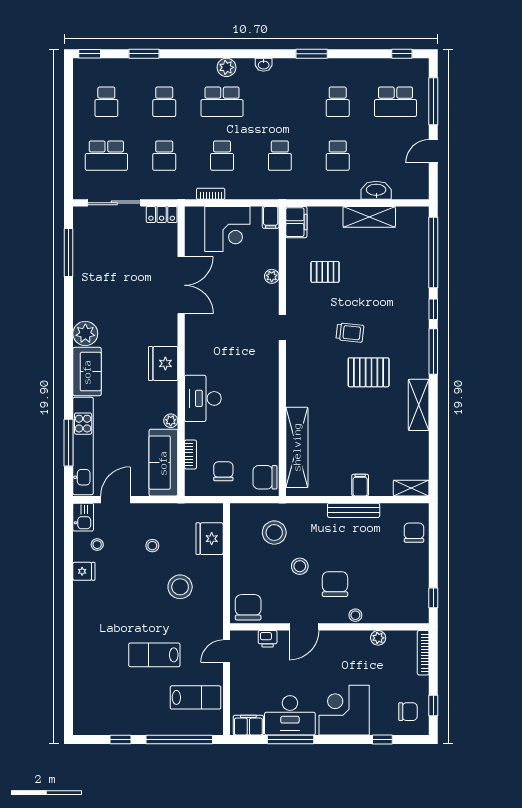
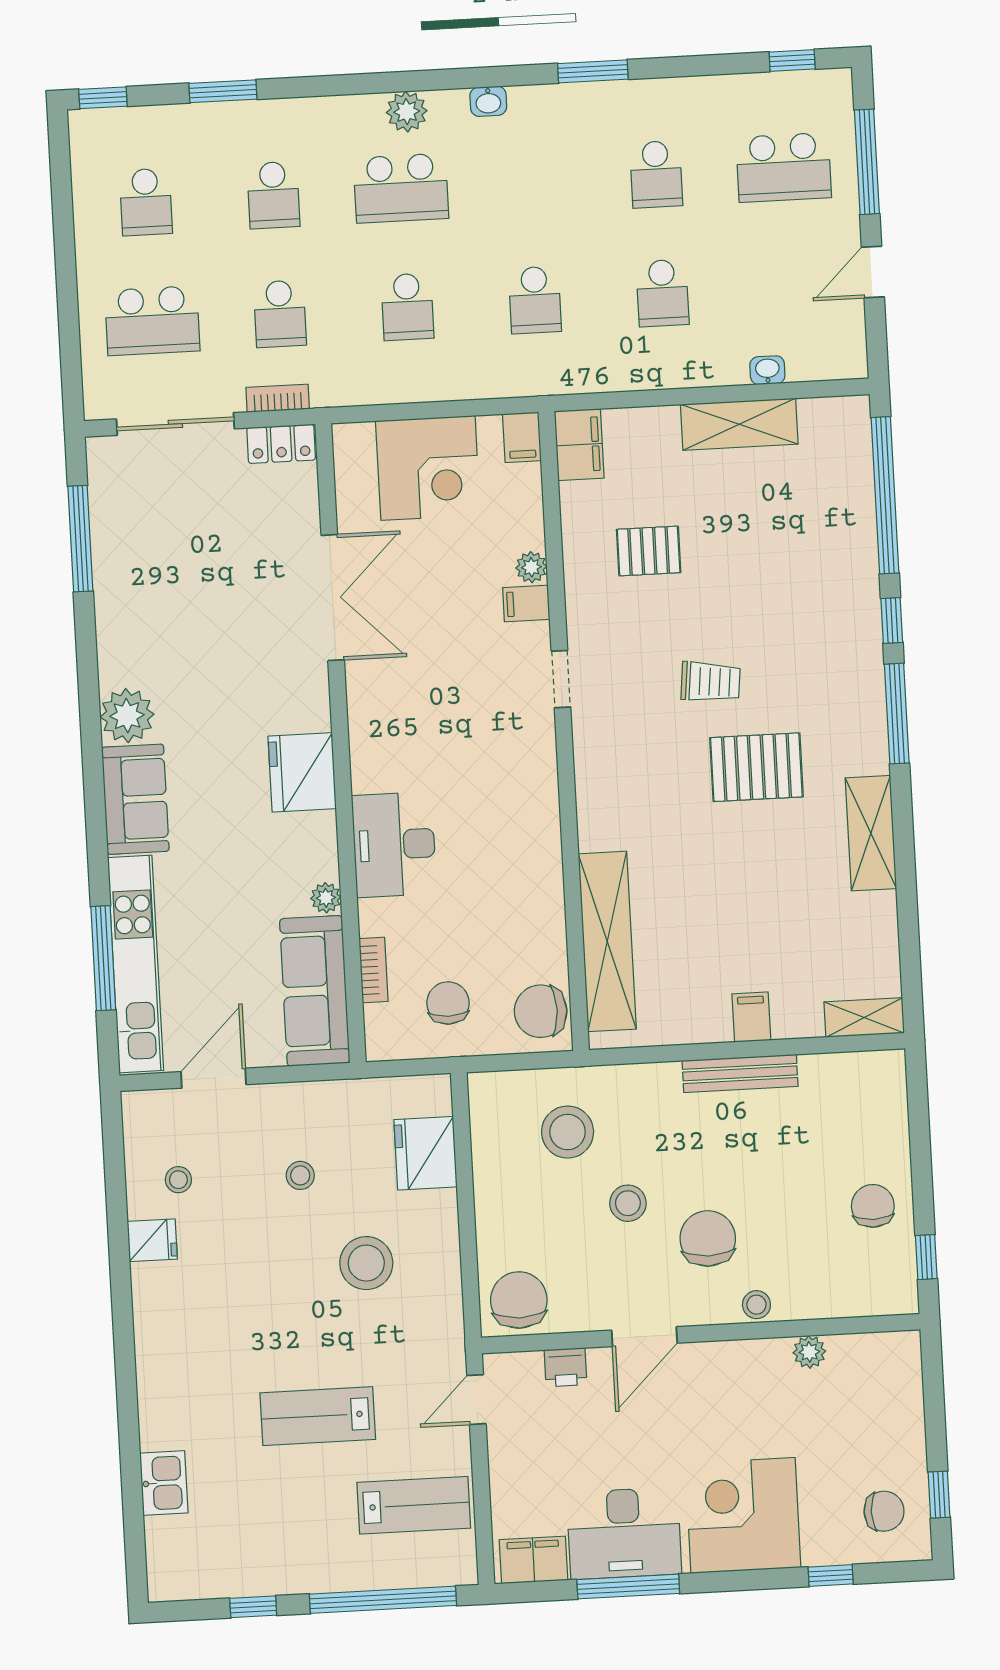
washbasin: (376, 190) -> (767, 370), width x0.52, depth x0.69
bookcase: (211, 194) -> (278, 398), moved
filing cabinet: (269, 293) -> (526, 604), added
kitchen sink: (83, 517) -> (164, 1483), moved
chair: (414, 533) -> (873, 1206), moved
bookcase: (423, 653) -> (911, 1379), removed

